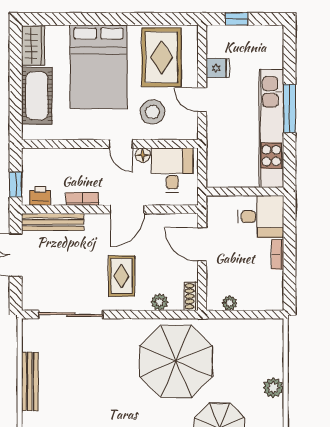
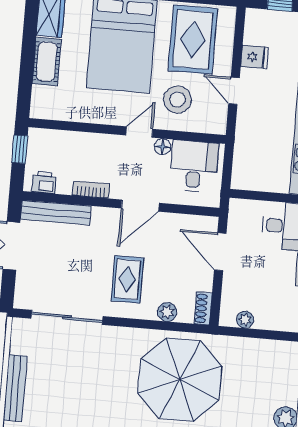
cot: (37, 96) -> (47, 62), width x0.73, depth x0.75
door: (121, 144) -> (139, 132), swing flipped
window: (16, 184) -> (20, 149), moved

